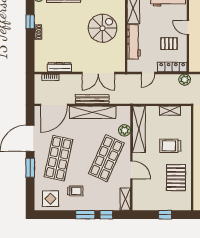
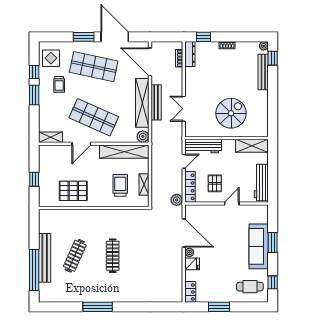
window: (30, 22) -> (204, 37), moved
spiral stairs: (103, 28) -> (231, 113), turned -90
workbench: (134, 42) -> (203, 146), moved
dresser: (60, 67) -> (190, 54), moved
double door: (98, 73) -> (184, 109), width x0.73
door: (148, 73) -> (184, 161), swing flipped
plant: (125, 130) -> (143, 136), moved
trolley: (170, 146) -> (120, 185), moved
window: (106, 215) -> (34, 72), moved

